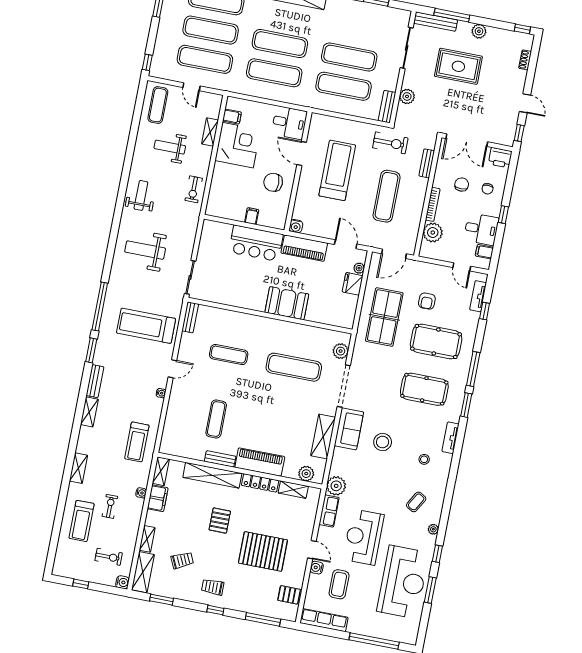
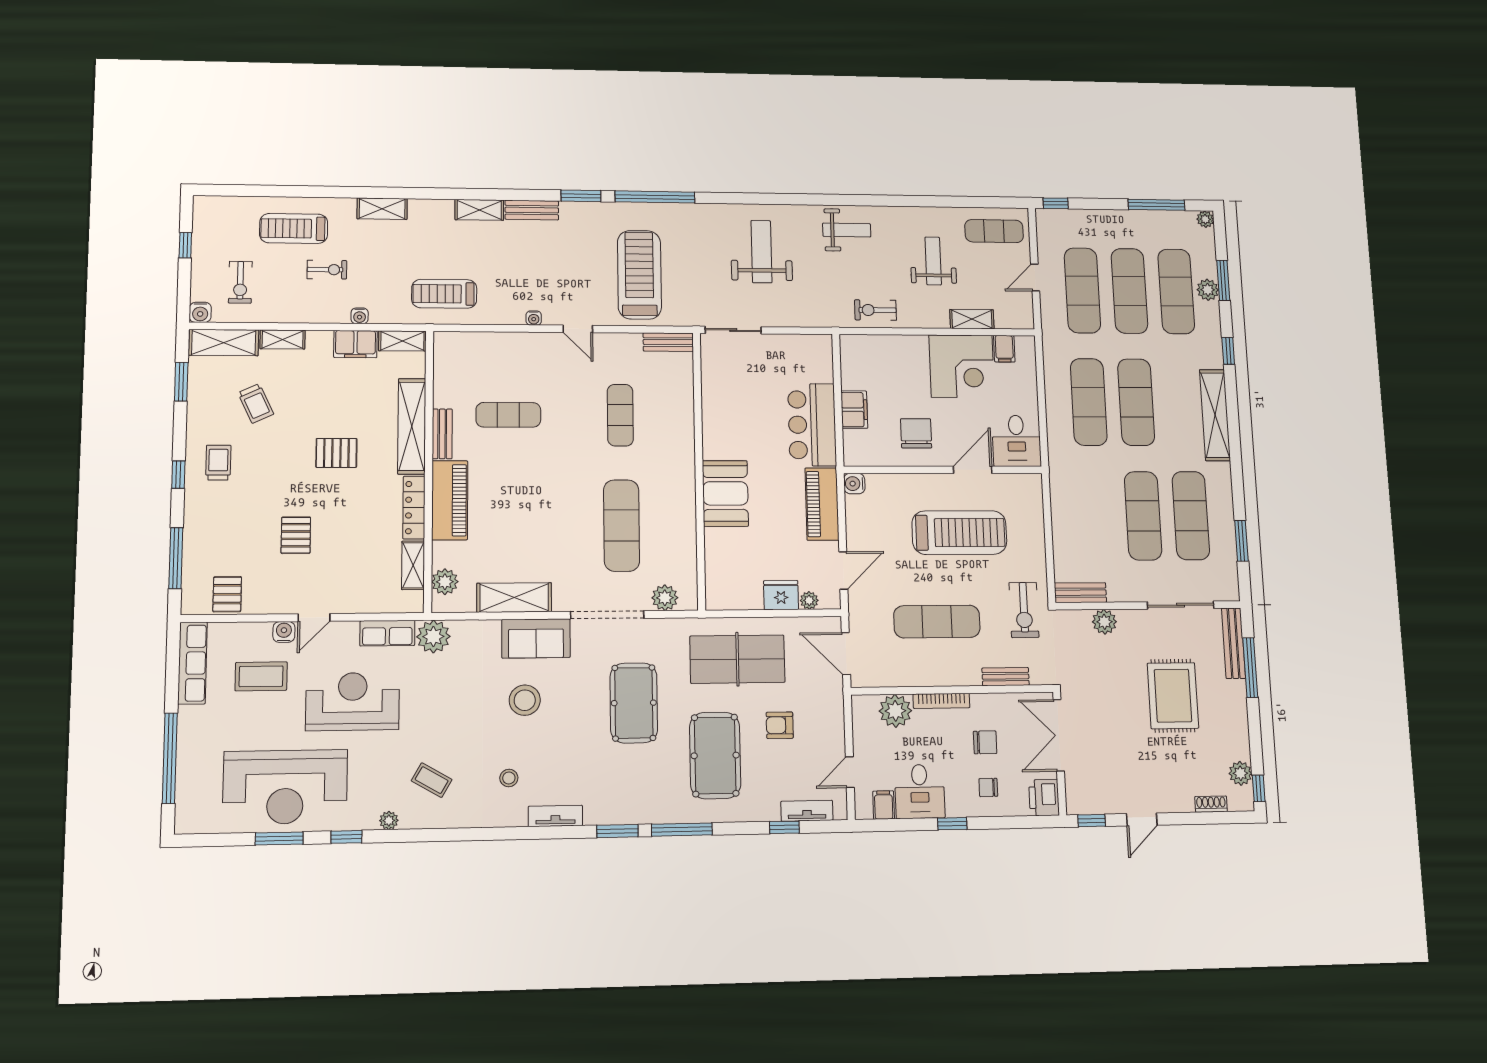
plant: (479, 31) -> (1240, 773), moved
exercise mat: (344, 86) -> (1191, 516), moved
filing cabinet: (252, 216) -> (854, 410), width x2.00
pool table: (424, 389) -> (634, 703), moved
pallet: (263, 551) -> (296, 535), width x0.49, depth x0.50

